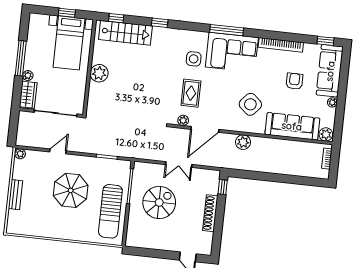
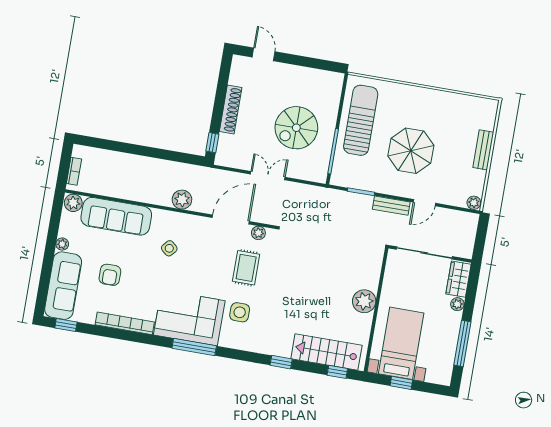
window: (21, 58) -> (462, 343), moved
side table: (250, 104) -> (169, 248), width x0.54, depth x0.54
bench: (83, 148) -> (391, 206), added

